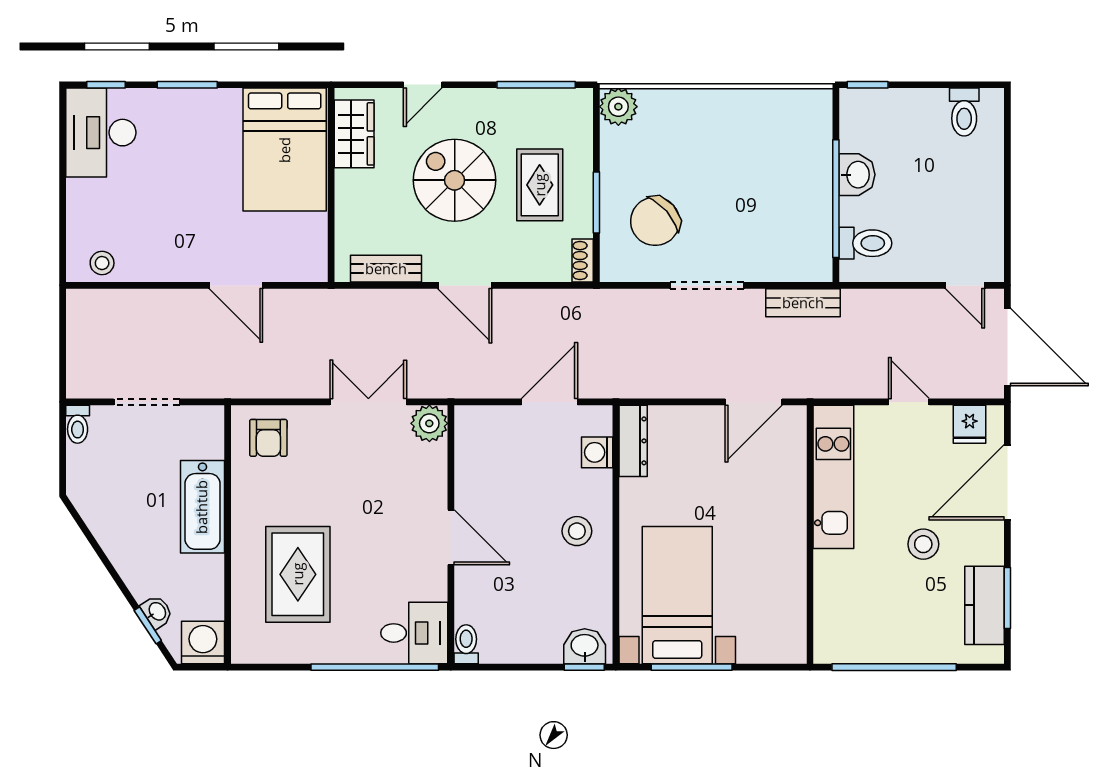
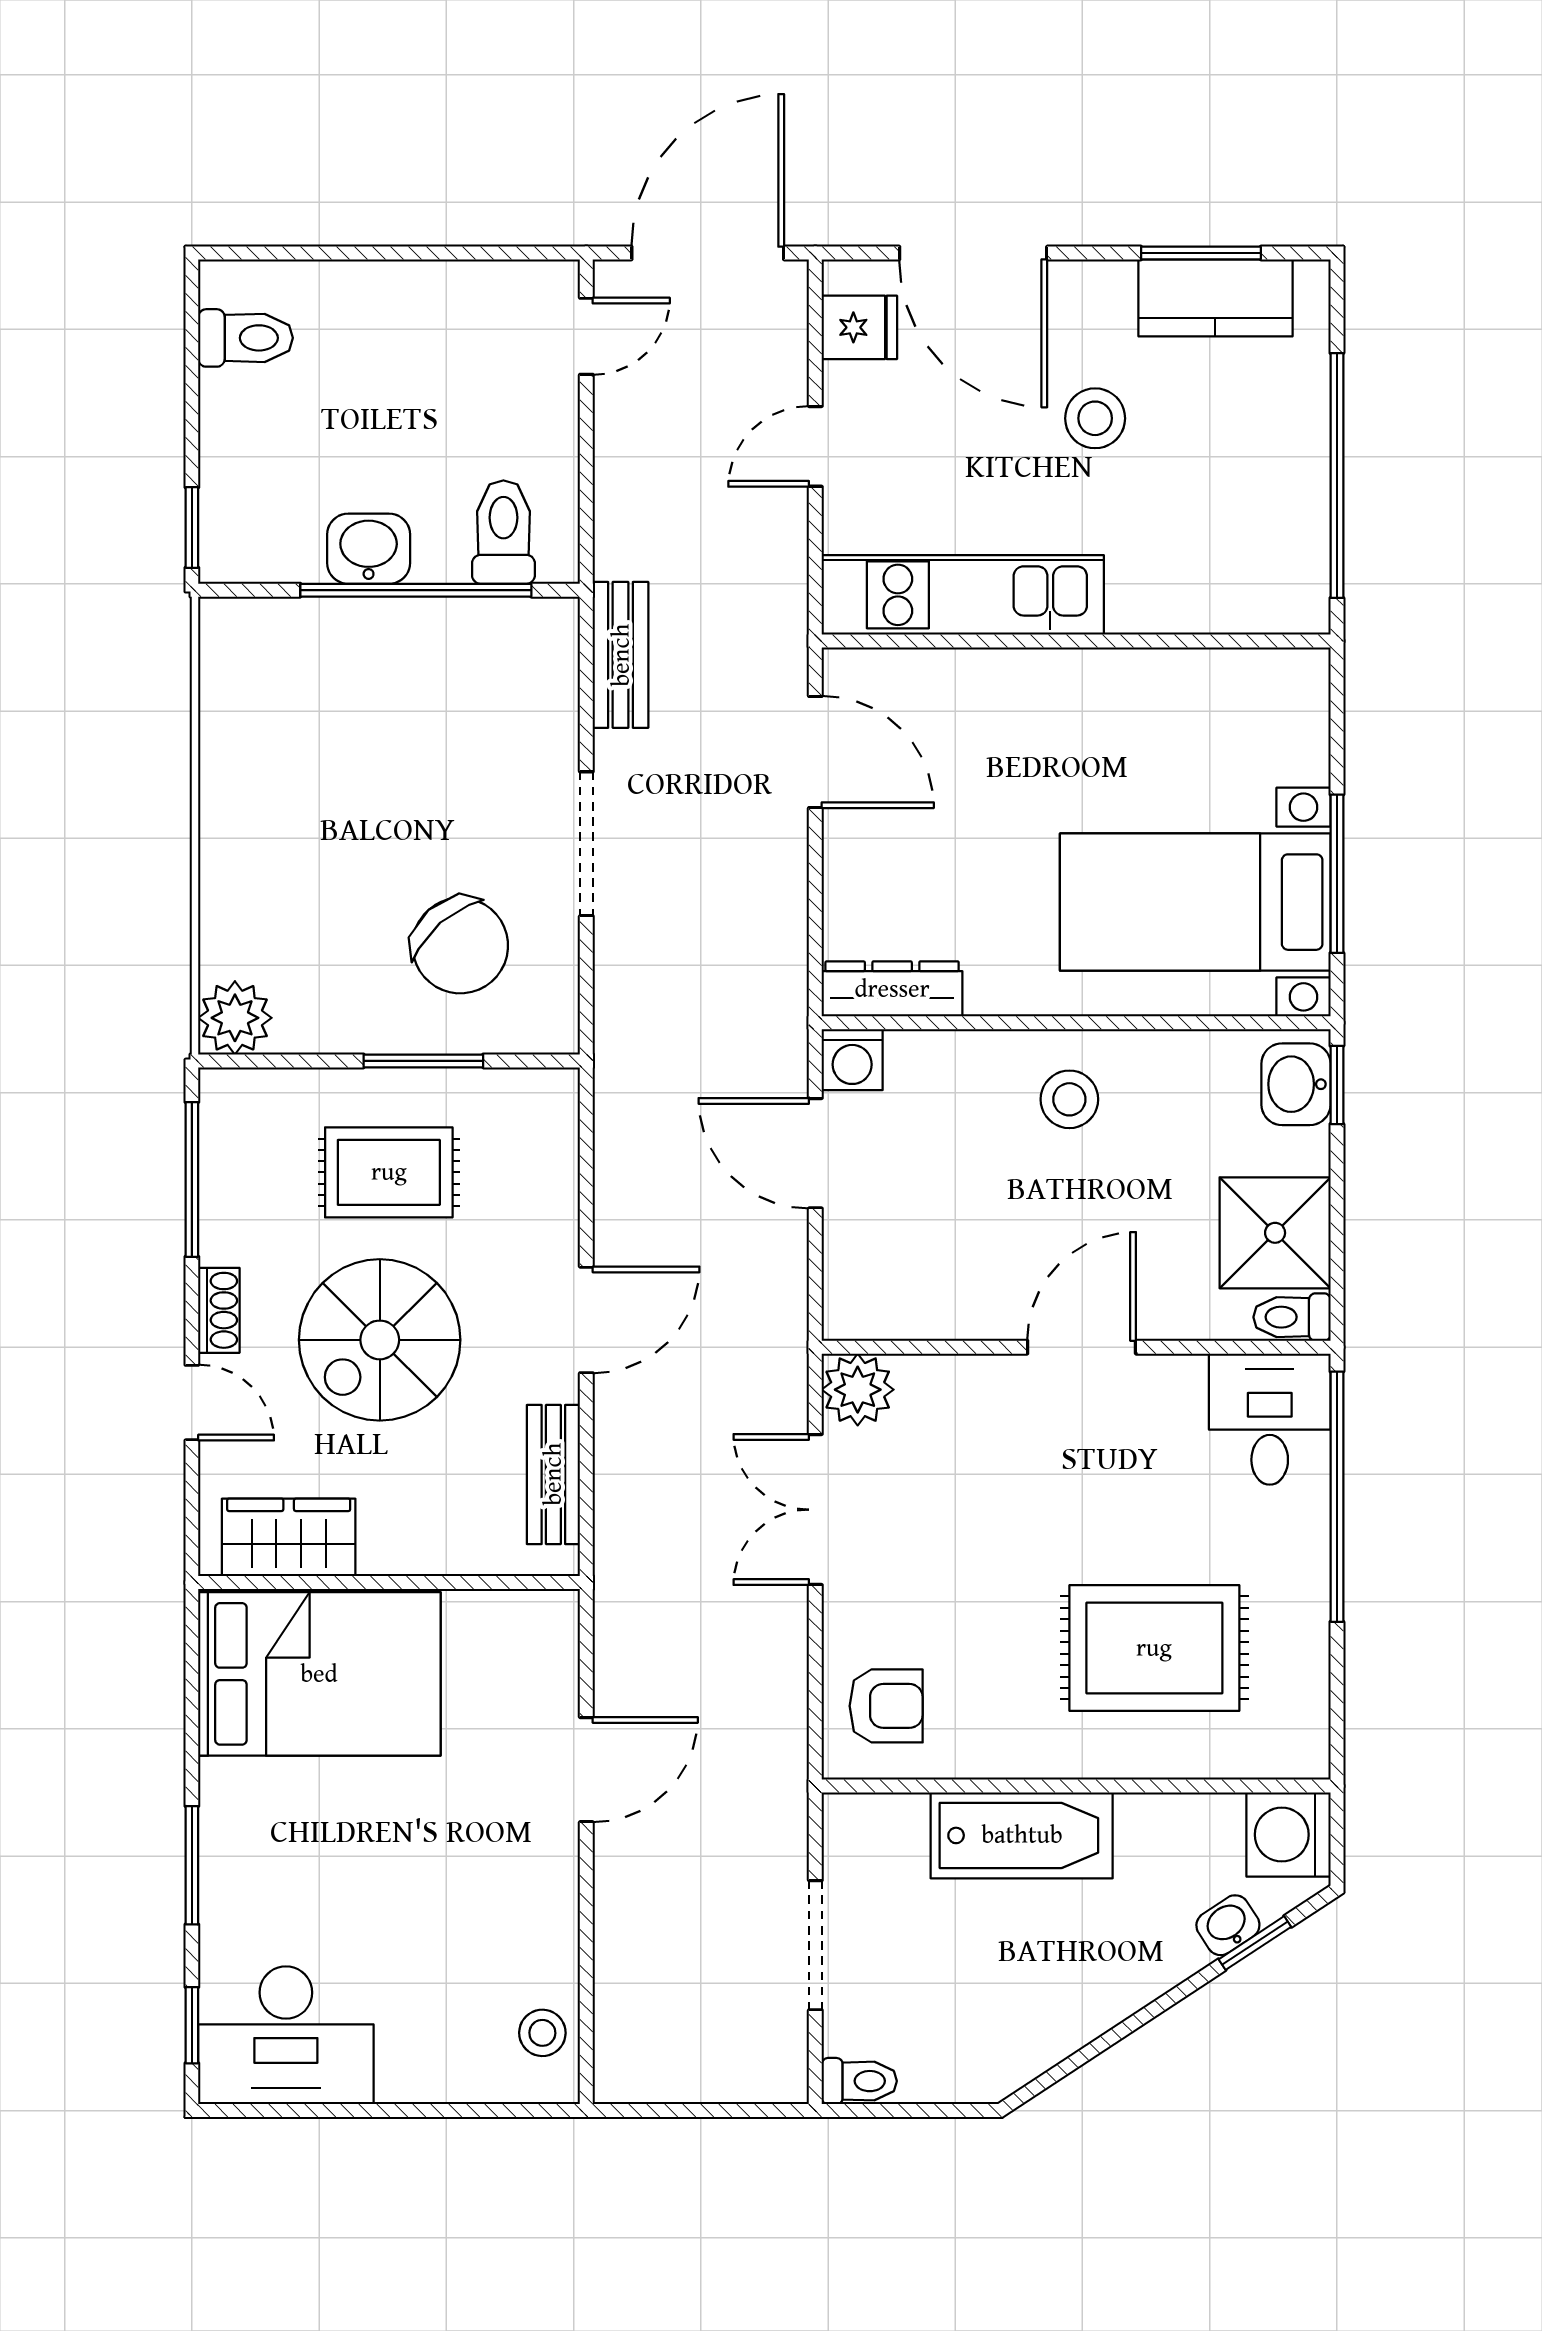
shoe rack: (583, 261) -> (219, 1310), moved, turned -90
washing machine: (597, 452) -> (852, 1060), moved
shower: (509, 636) -> (1275, 1233), added

